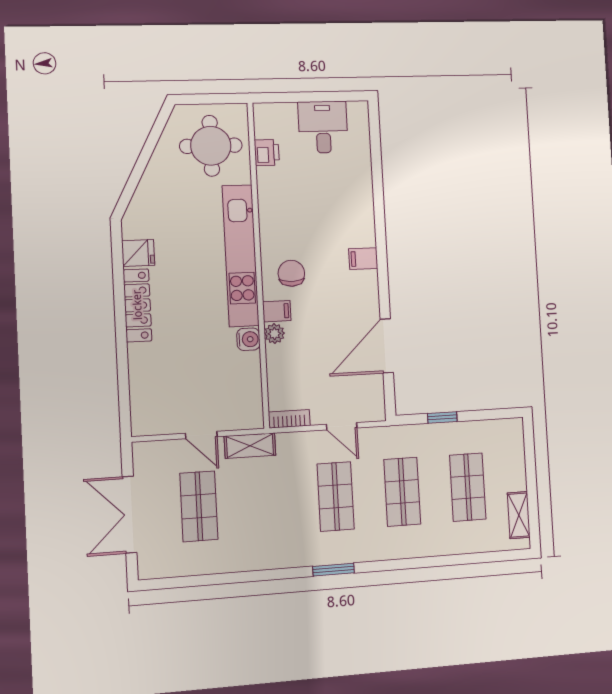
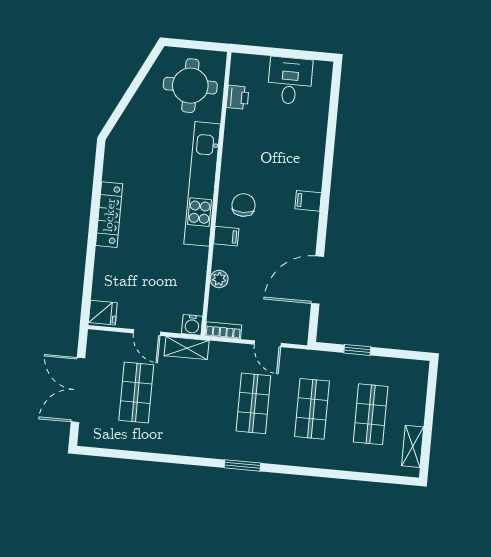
fridge: (138, 253) -> (103, 313), moved
plant: (274, 334) -> (219, 279), moved
water cooler: (248, 339) -> (192, 325), moved, turned 90

